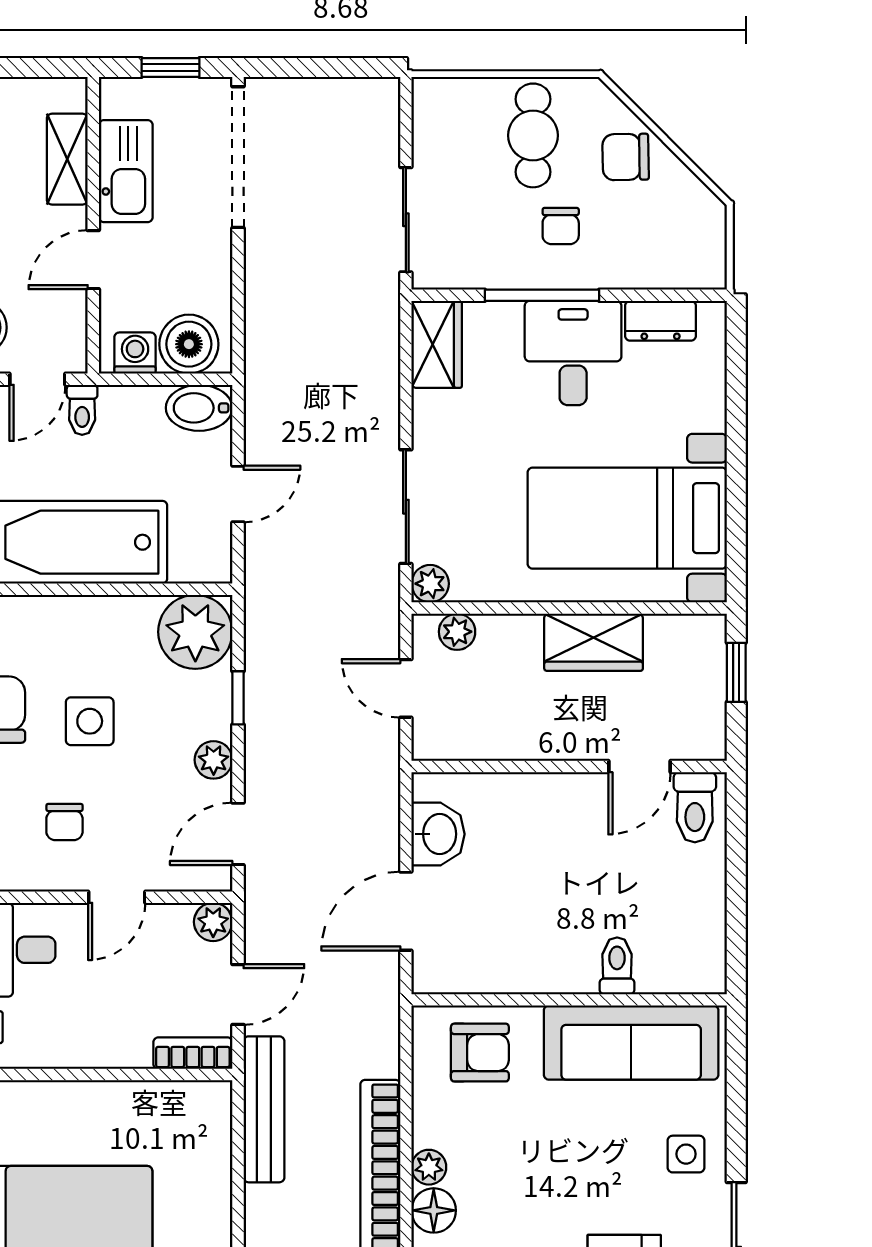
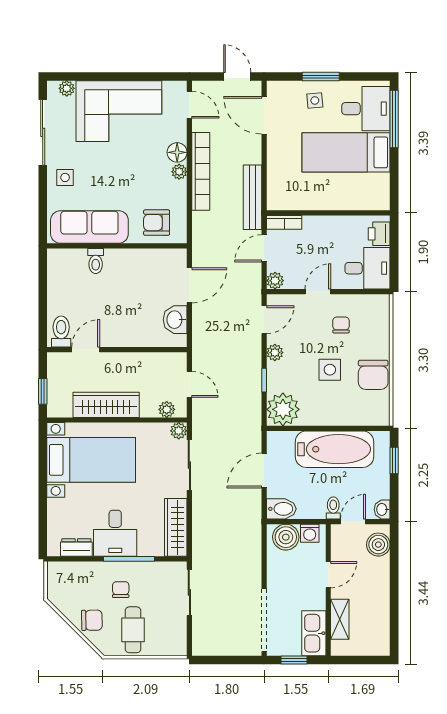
kitchen sink: (126, 171) -> (314, 633), moved
wardrobe: (437, 344) -> (176, 527), width x1.50
door: (238, 494) -> (264, 471), width x1.38
wardrobe: (594, 642) -> (106, 405), width x1.50

